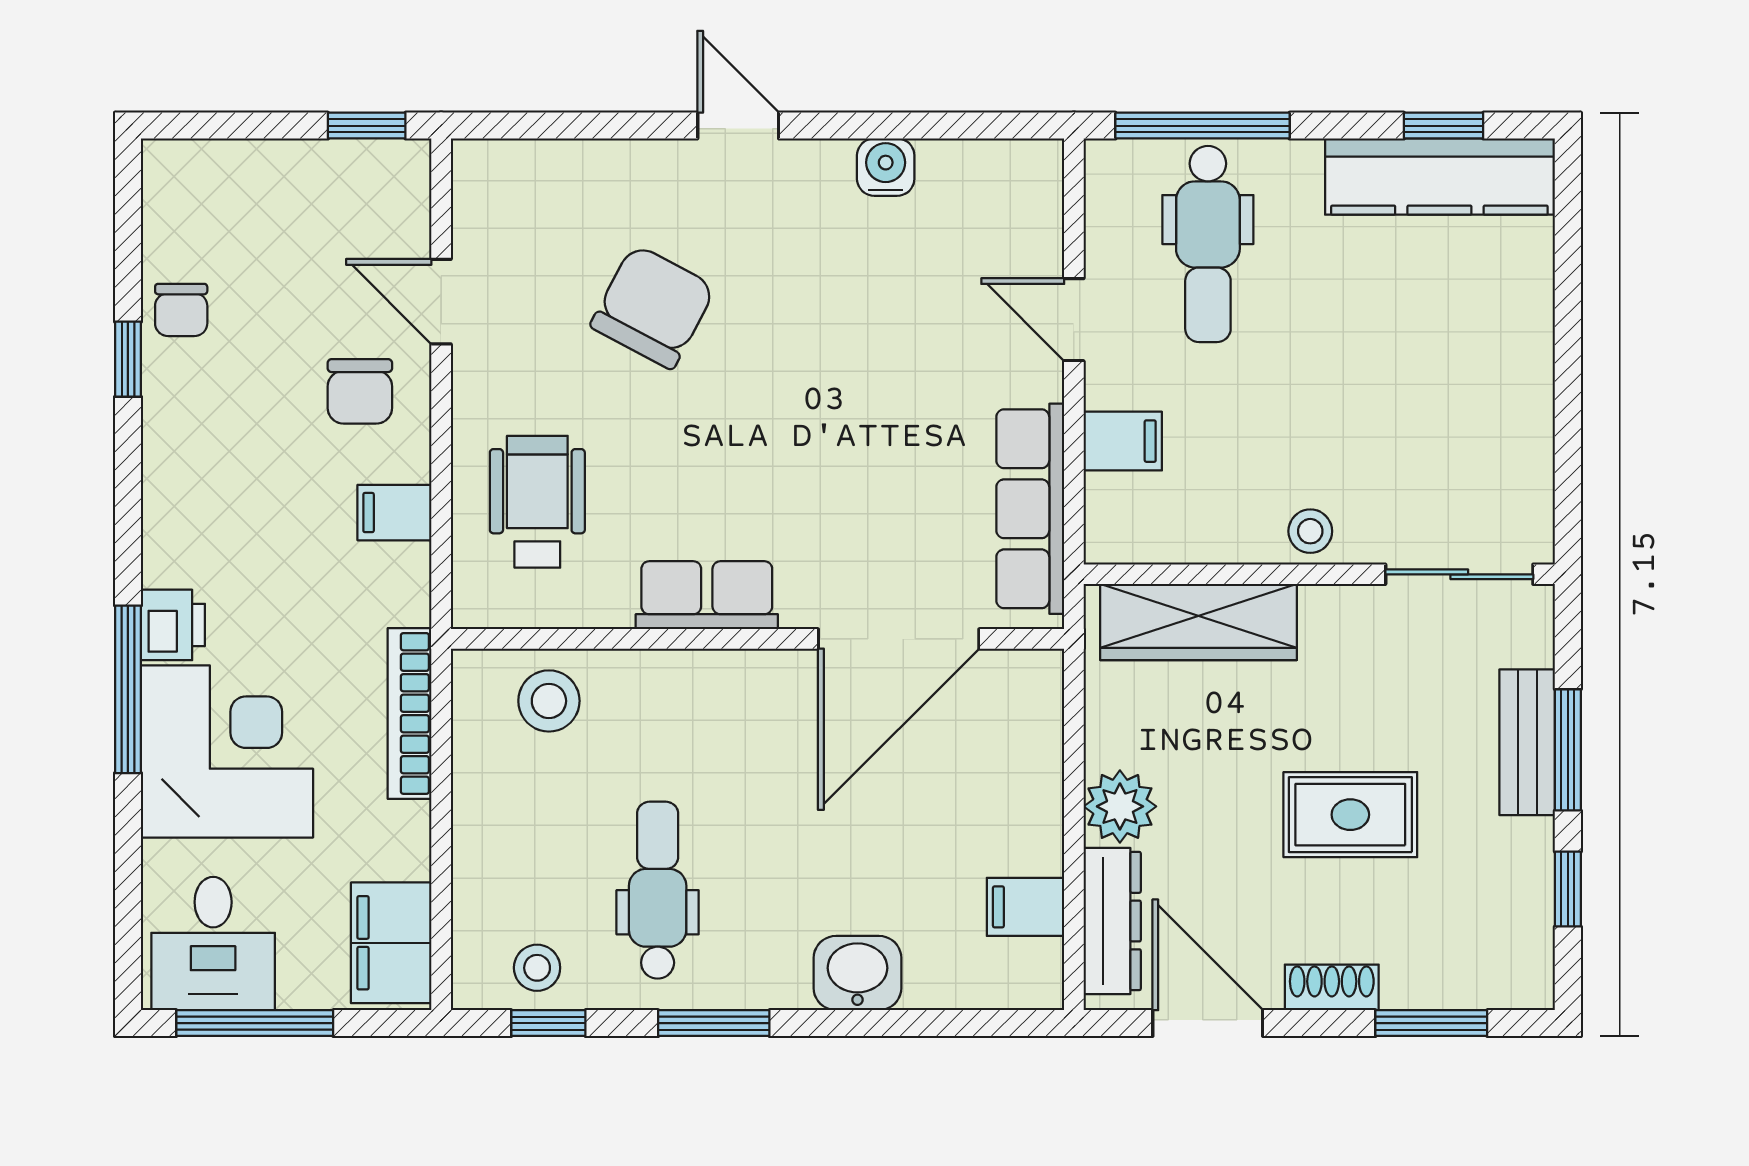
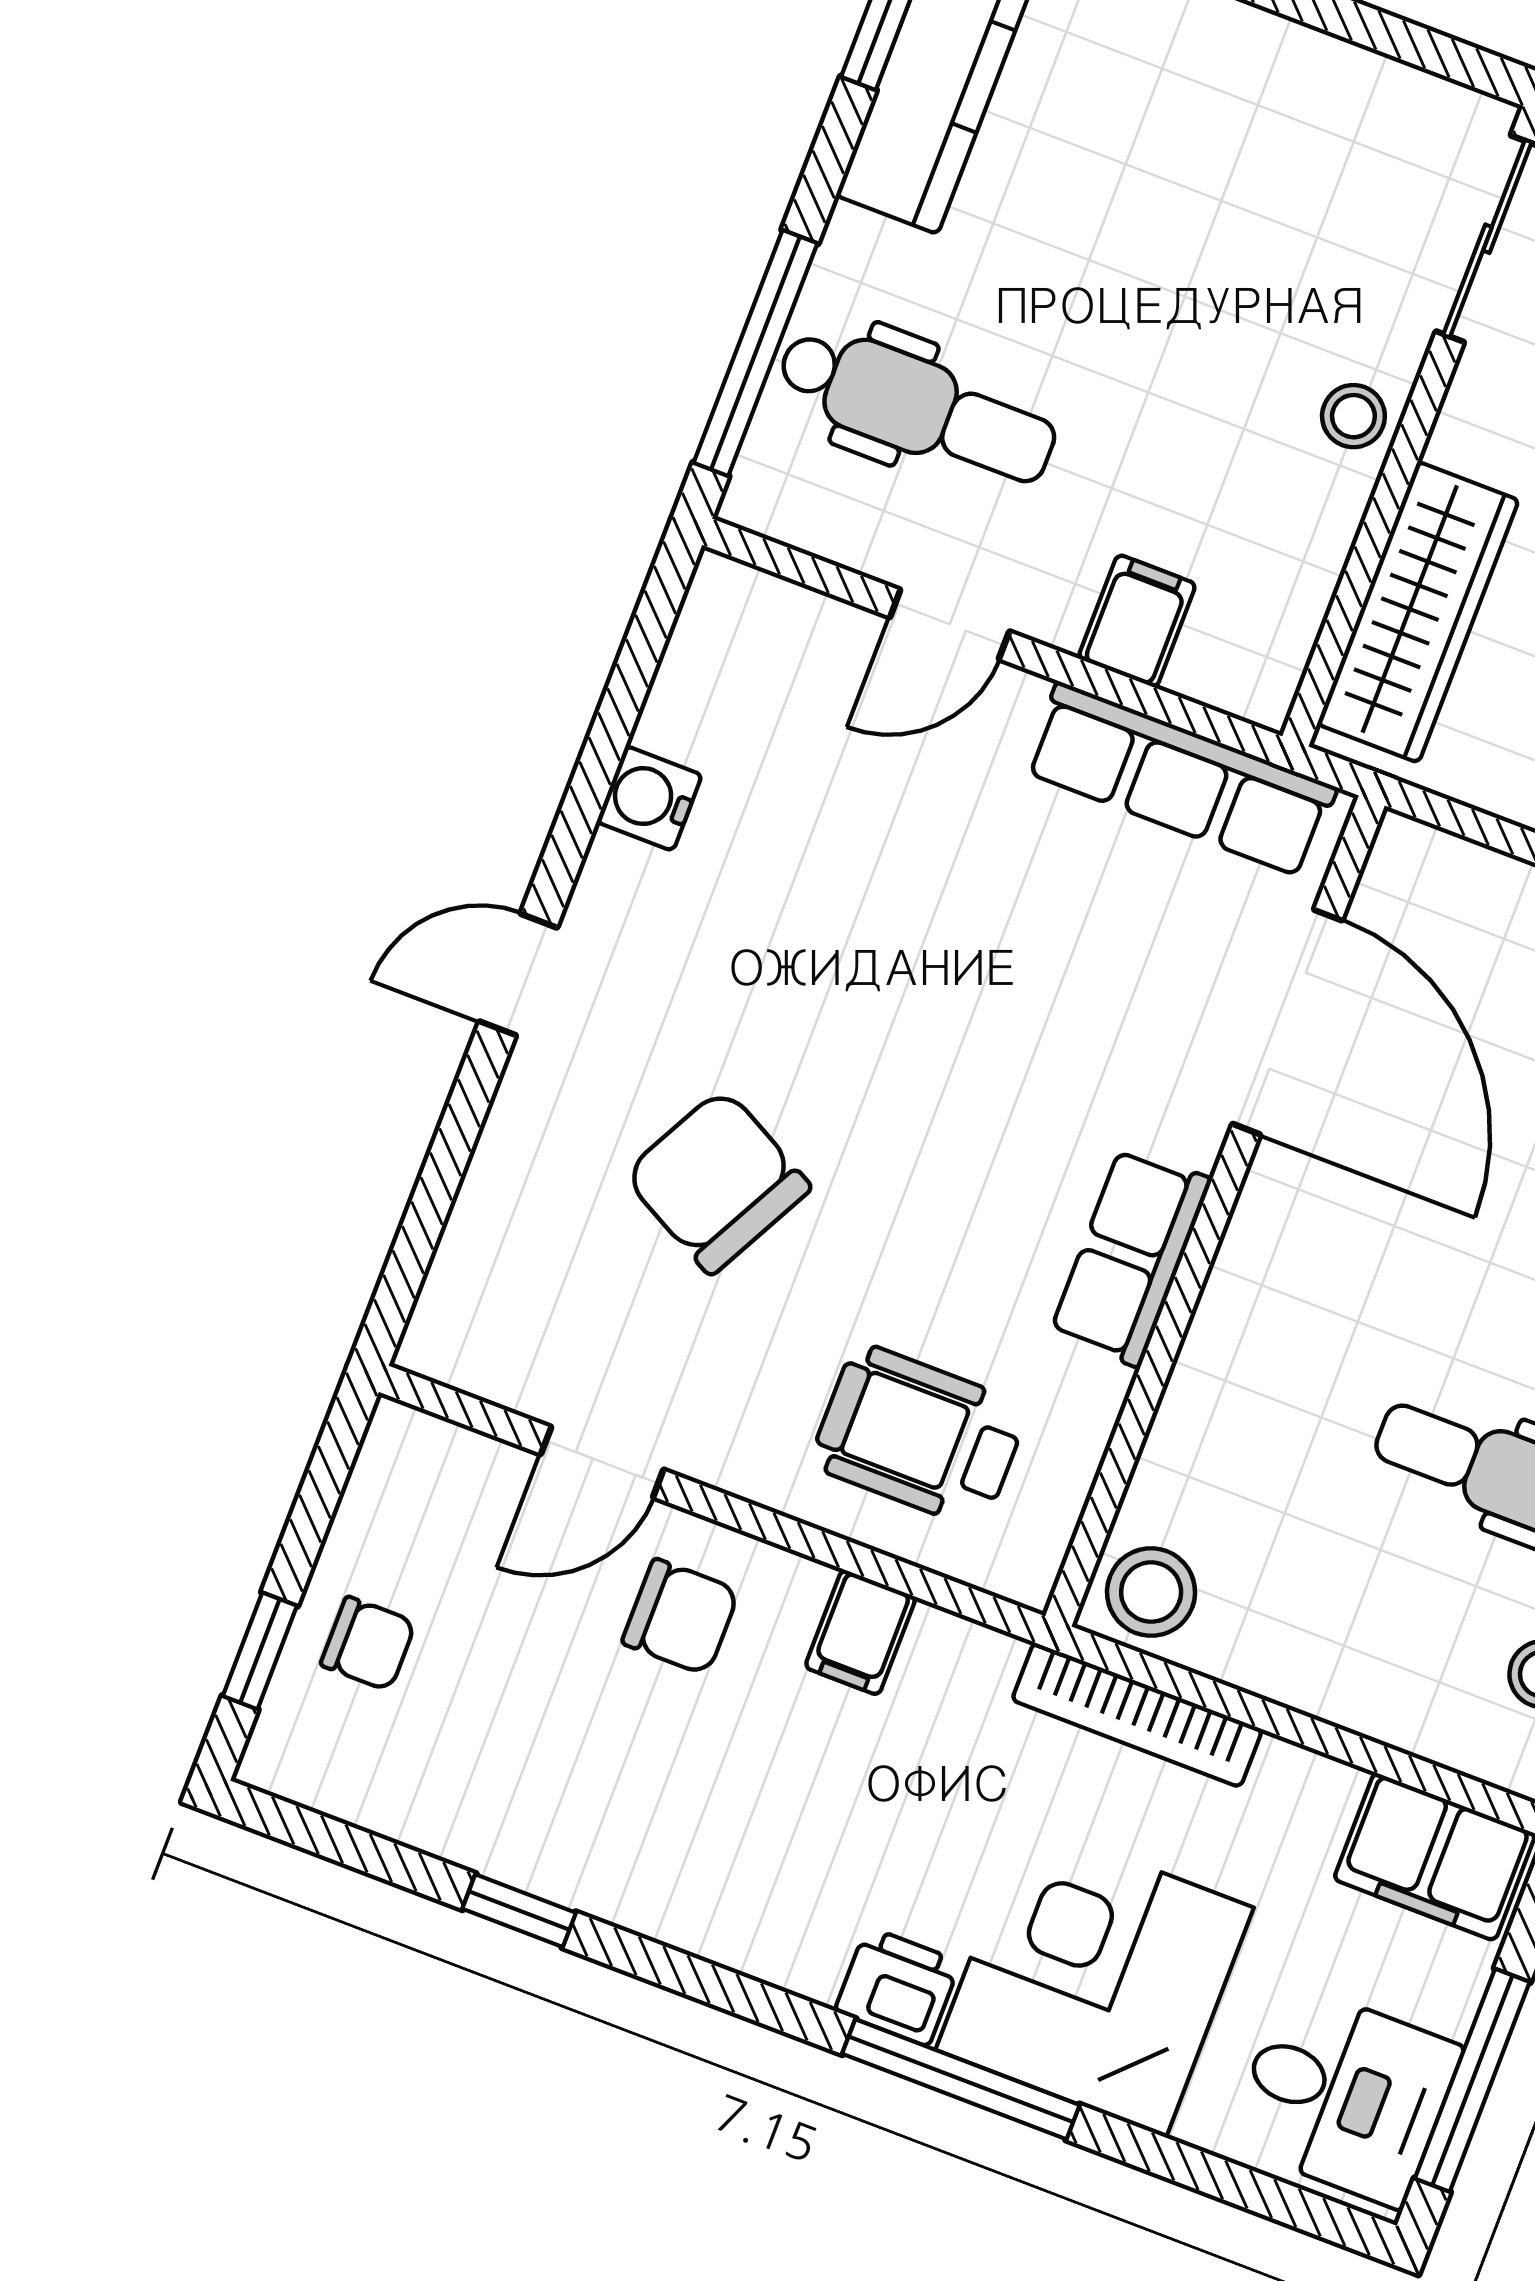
window: (367, 126) -> (260, 1651), moved
chair: (181, 310) -> (368, 1644), moved
stool: (549, 701) -> (1151, 1592), moved

